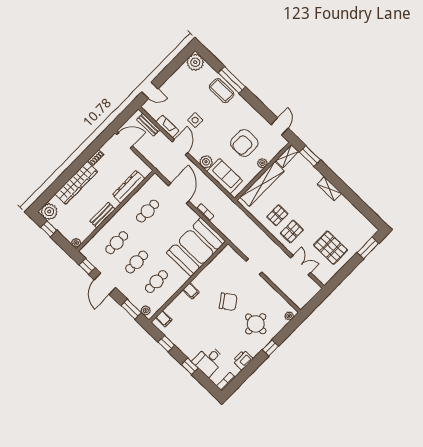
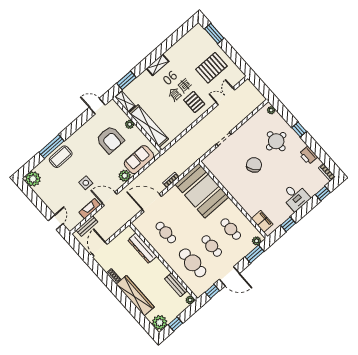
bench: (103, 215) -> (176, 285), moved
pallet: (277, 215) -> (178, 114), removed
cafe table: (117, 243) -> (193, 263), width x1.37, depth x1.35
filing cabinet: (191, 291) -> (242, 198), removed
filing cabinet: (164, 319) -> (262, 221), width x2.00
desk: (209, 361) -> (295, 197), moved
window: (190, 366) -> (323, 194), moved

